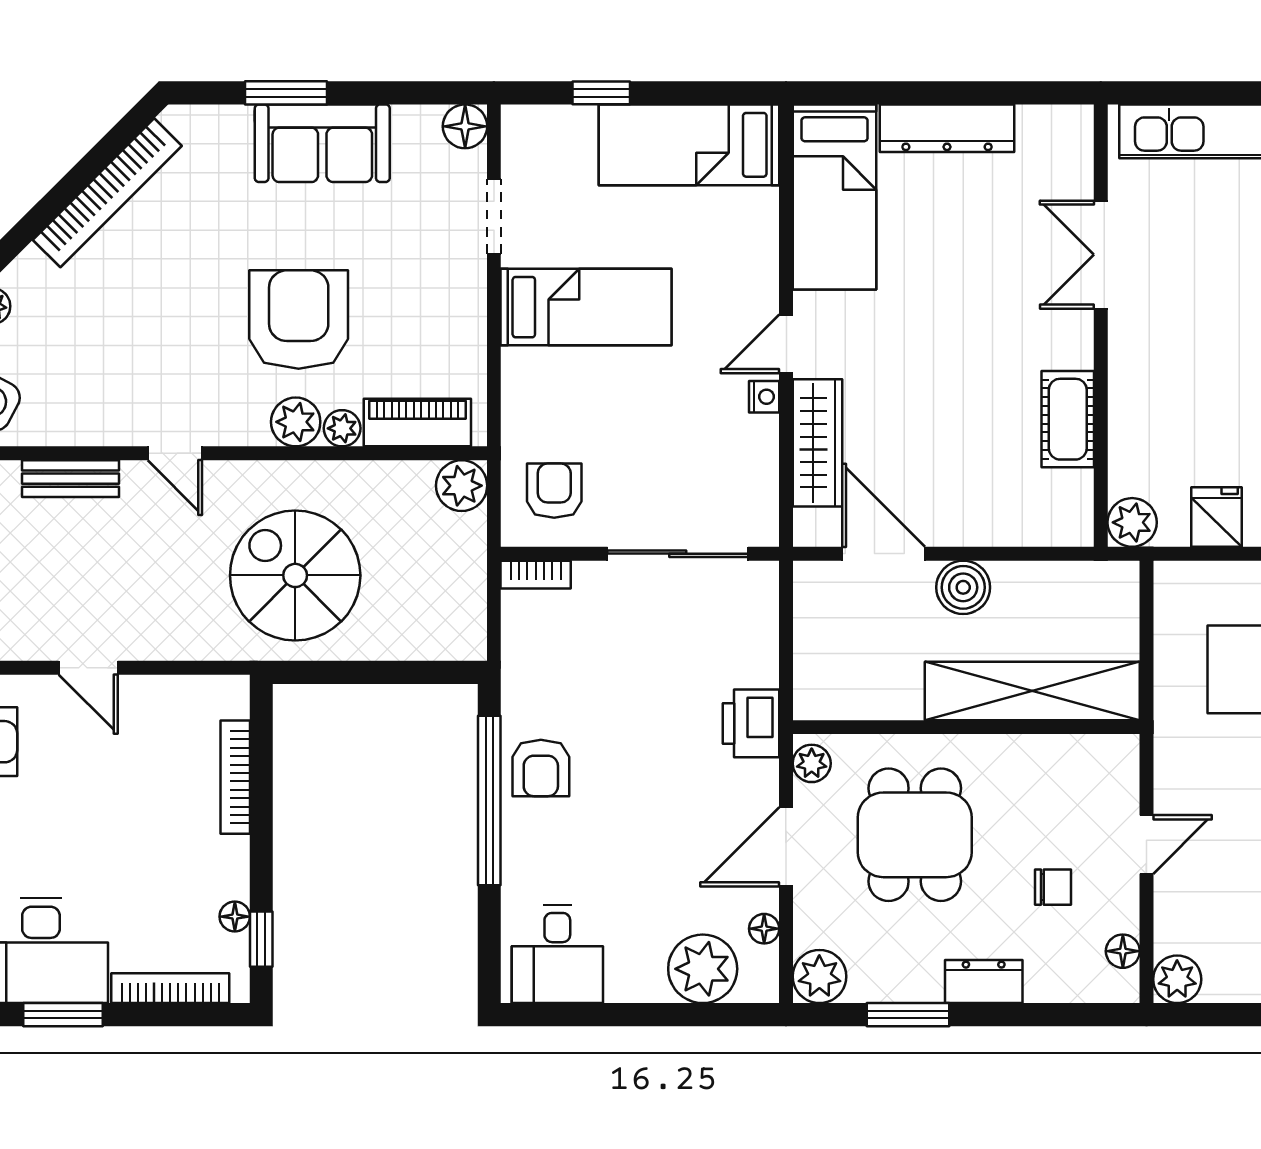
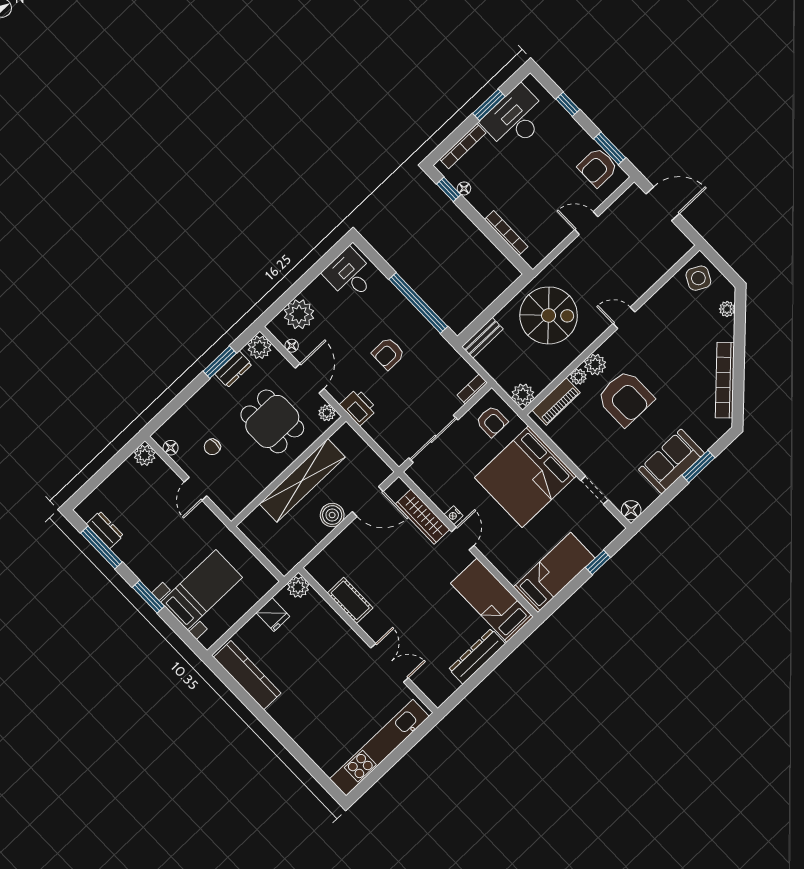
bed: (586, 307) -> (525, 477), width x2.04
bench: (70, 479) -> (482, 338), moved
shelving: (1032, 691) -> (302, 480), moved
armchair: (541, 768) -> (388, 353), moved, turned -90
dresser: (984, 981) -> (233, 369), moved

